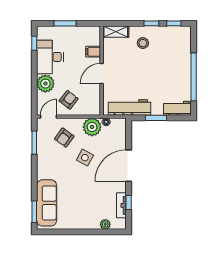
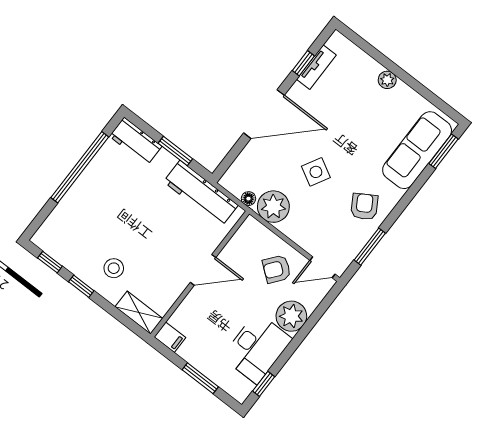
filing cabinet: (93, 52) -> (170, 337), moved
armchair: (64, 138) -> (364, 207), moved, turned -67
plant: (105, 224) -> (387, 80), moved

